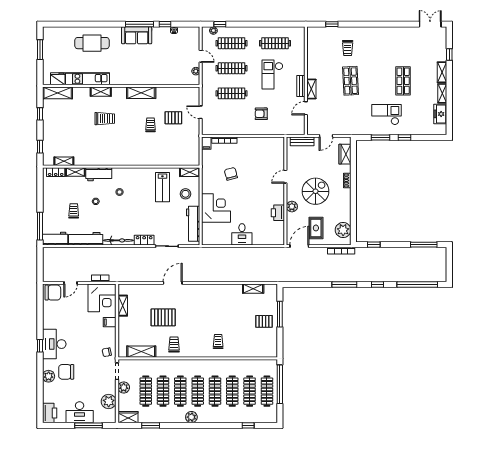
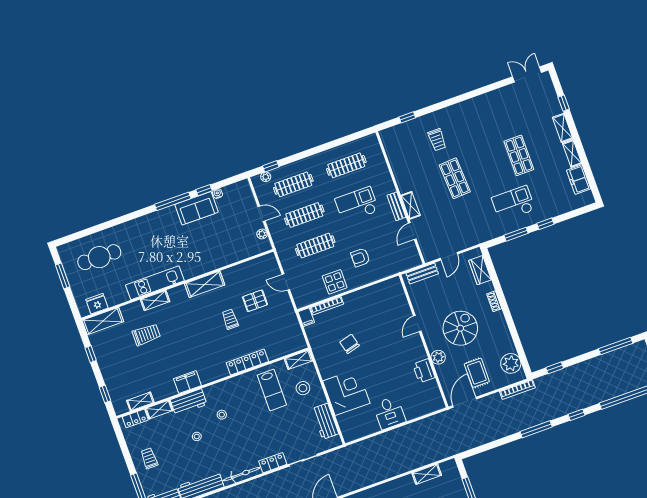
sofa: (137, 35) -> (196, 208), moved
cafe table: (92, 43) -> (99, 257), moved
checkout: (272, 75) -> (357, 205), turned 90
kitchen unit: (88, 79) -> (155, 283), moved
trolley: (105, 119) -> (146, 335), moved
display table: (236, 125) -> (335, 282), added
filing cabinet: (103, 159) -> (187, 382), added
locker: (152, 160) -> (247, 362), added
trolley: (74, 211) -> (149, 458), moved
workbench: (193, 224) -> (325, 421), width x0.73

